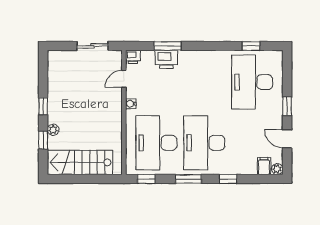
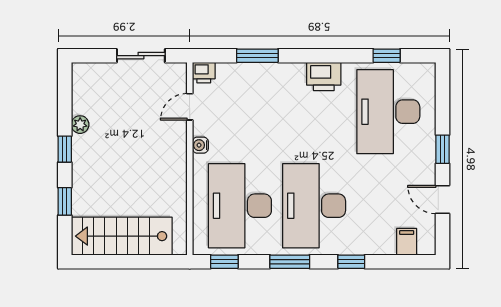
printer: (166, 59) -> (324, 76), moved
plant: (53, 130) -> (80, 125), moved
plant: (277, 169) -> (427, 246), removed

